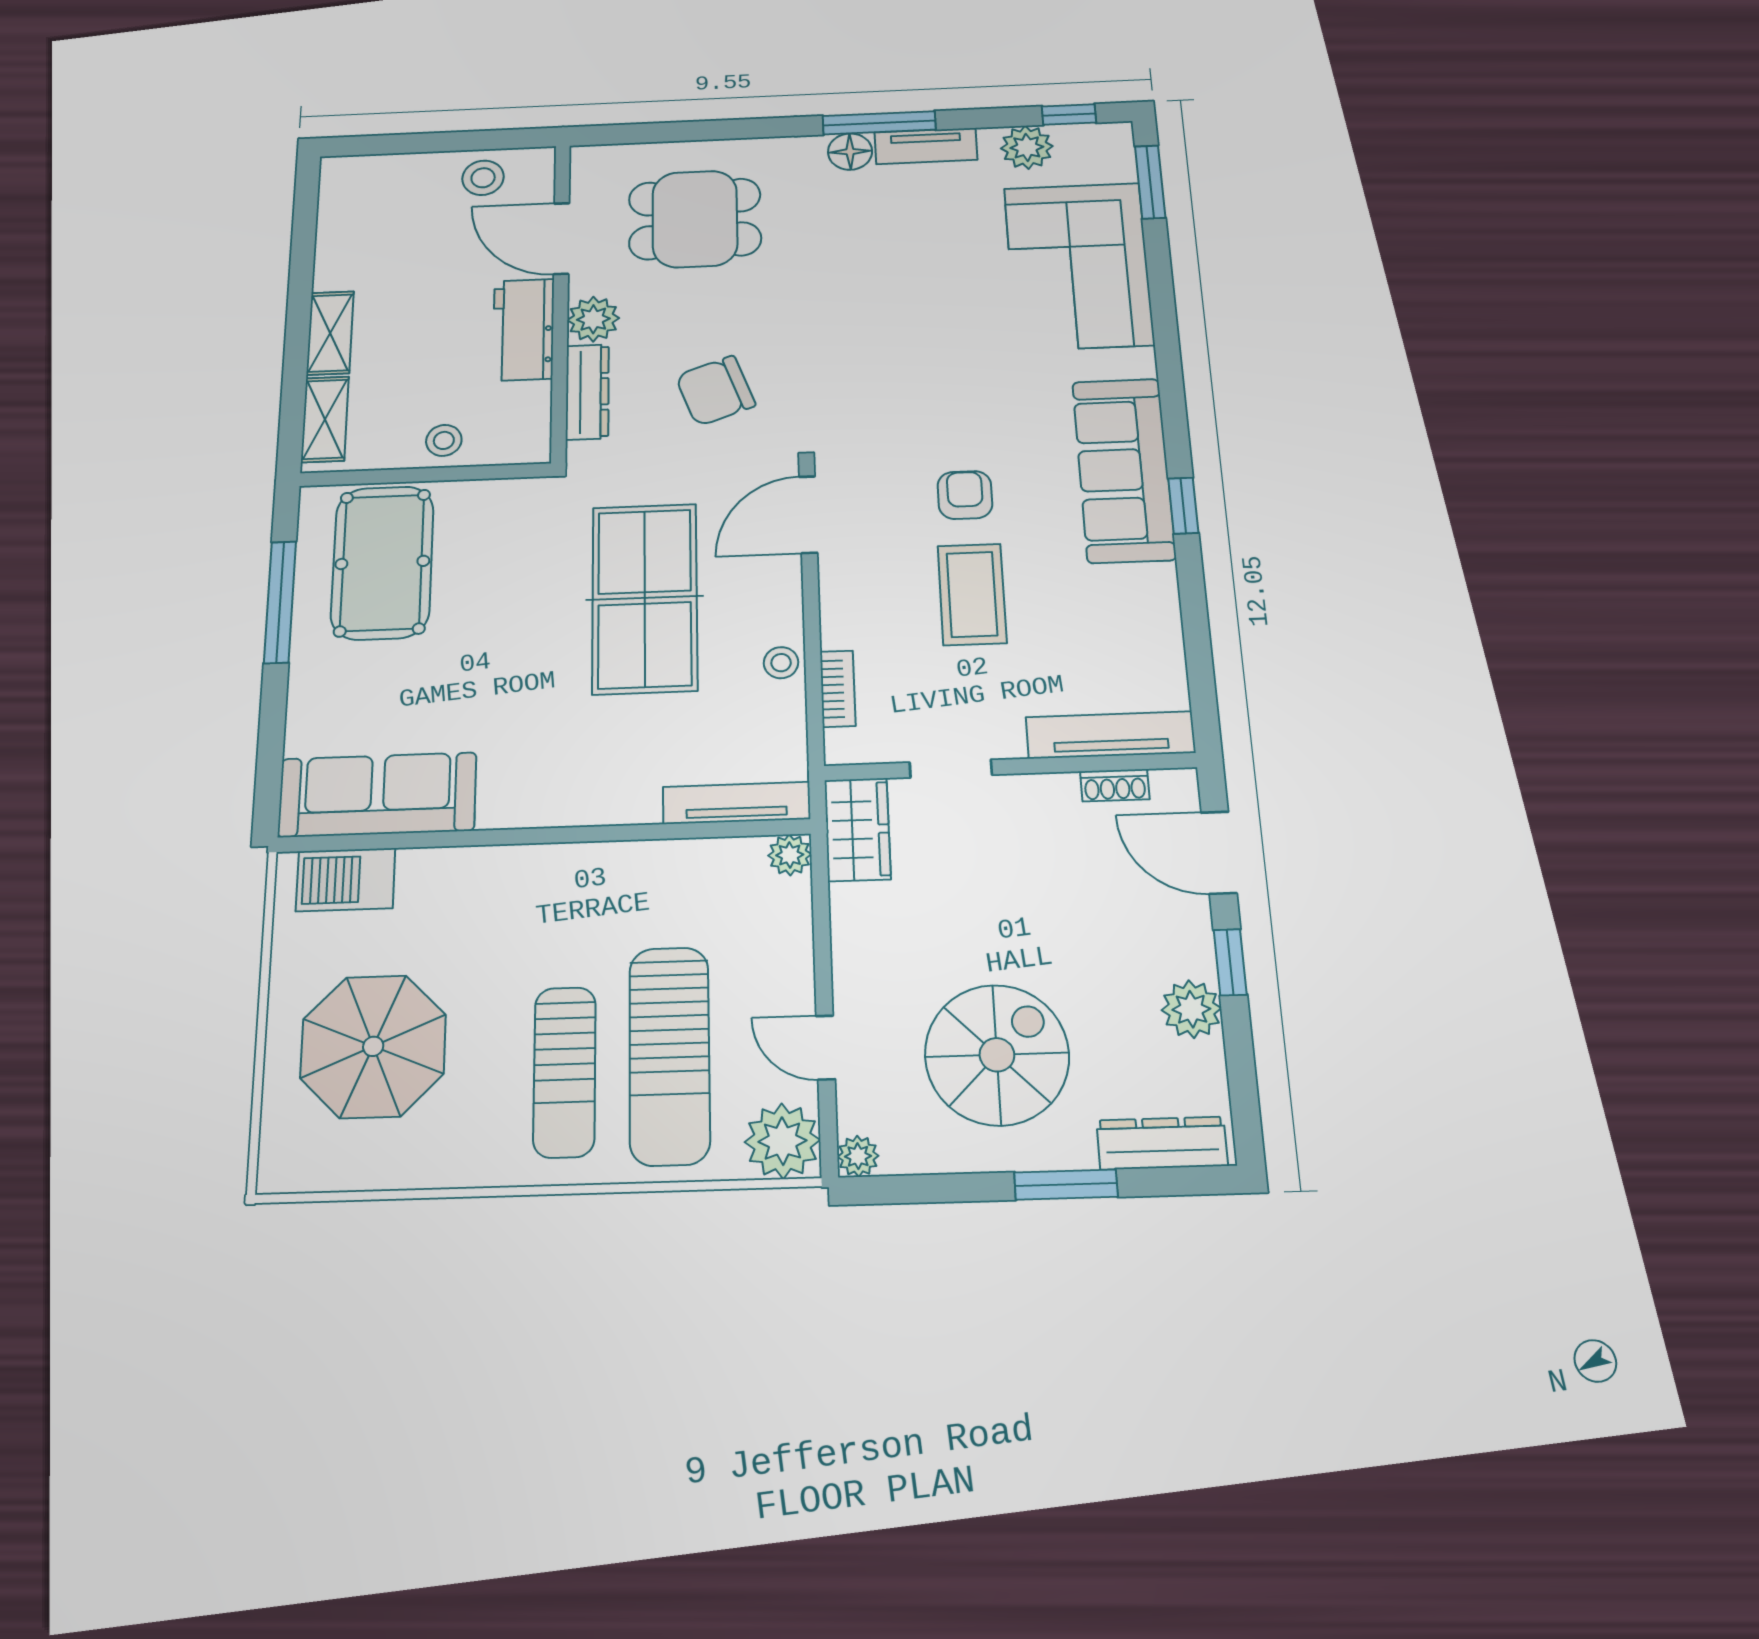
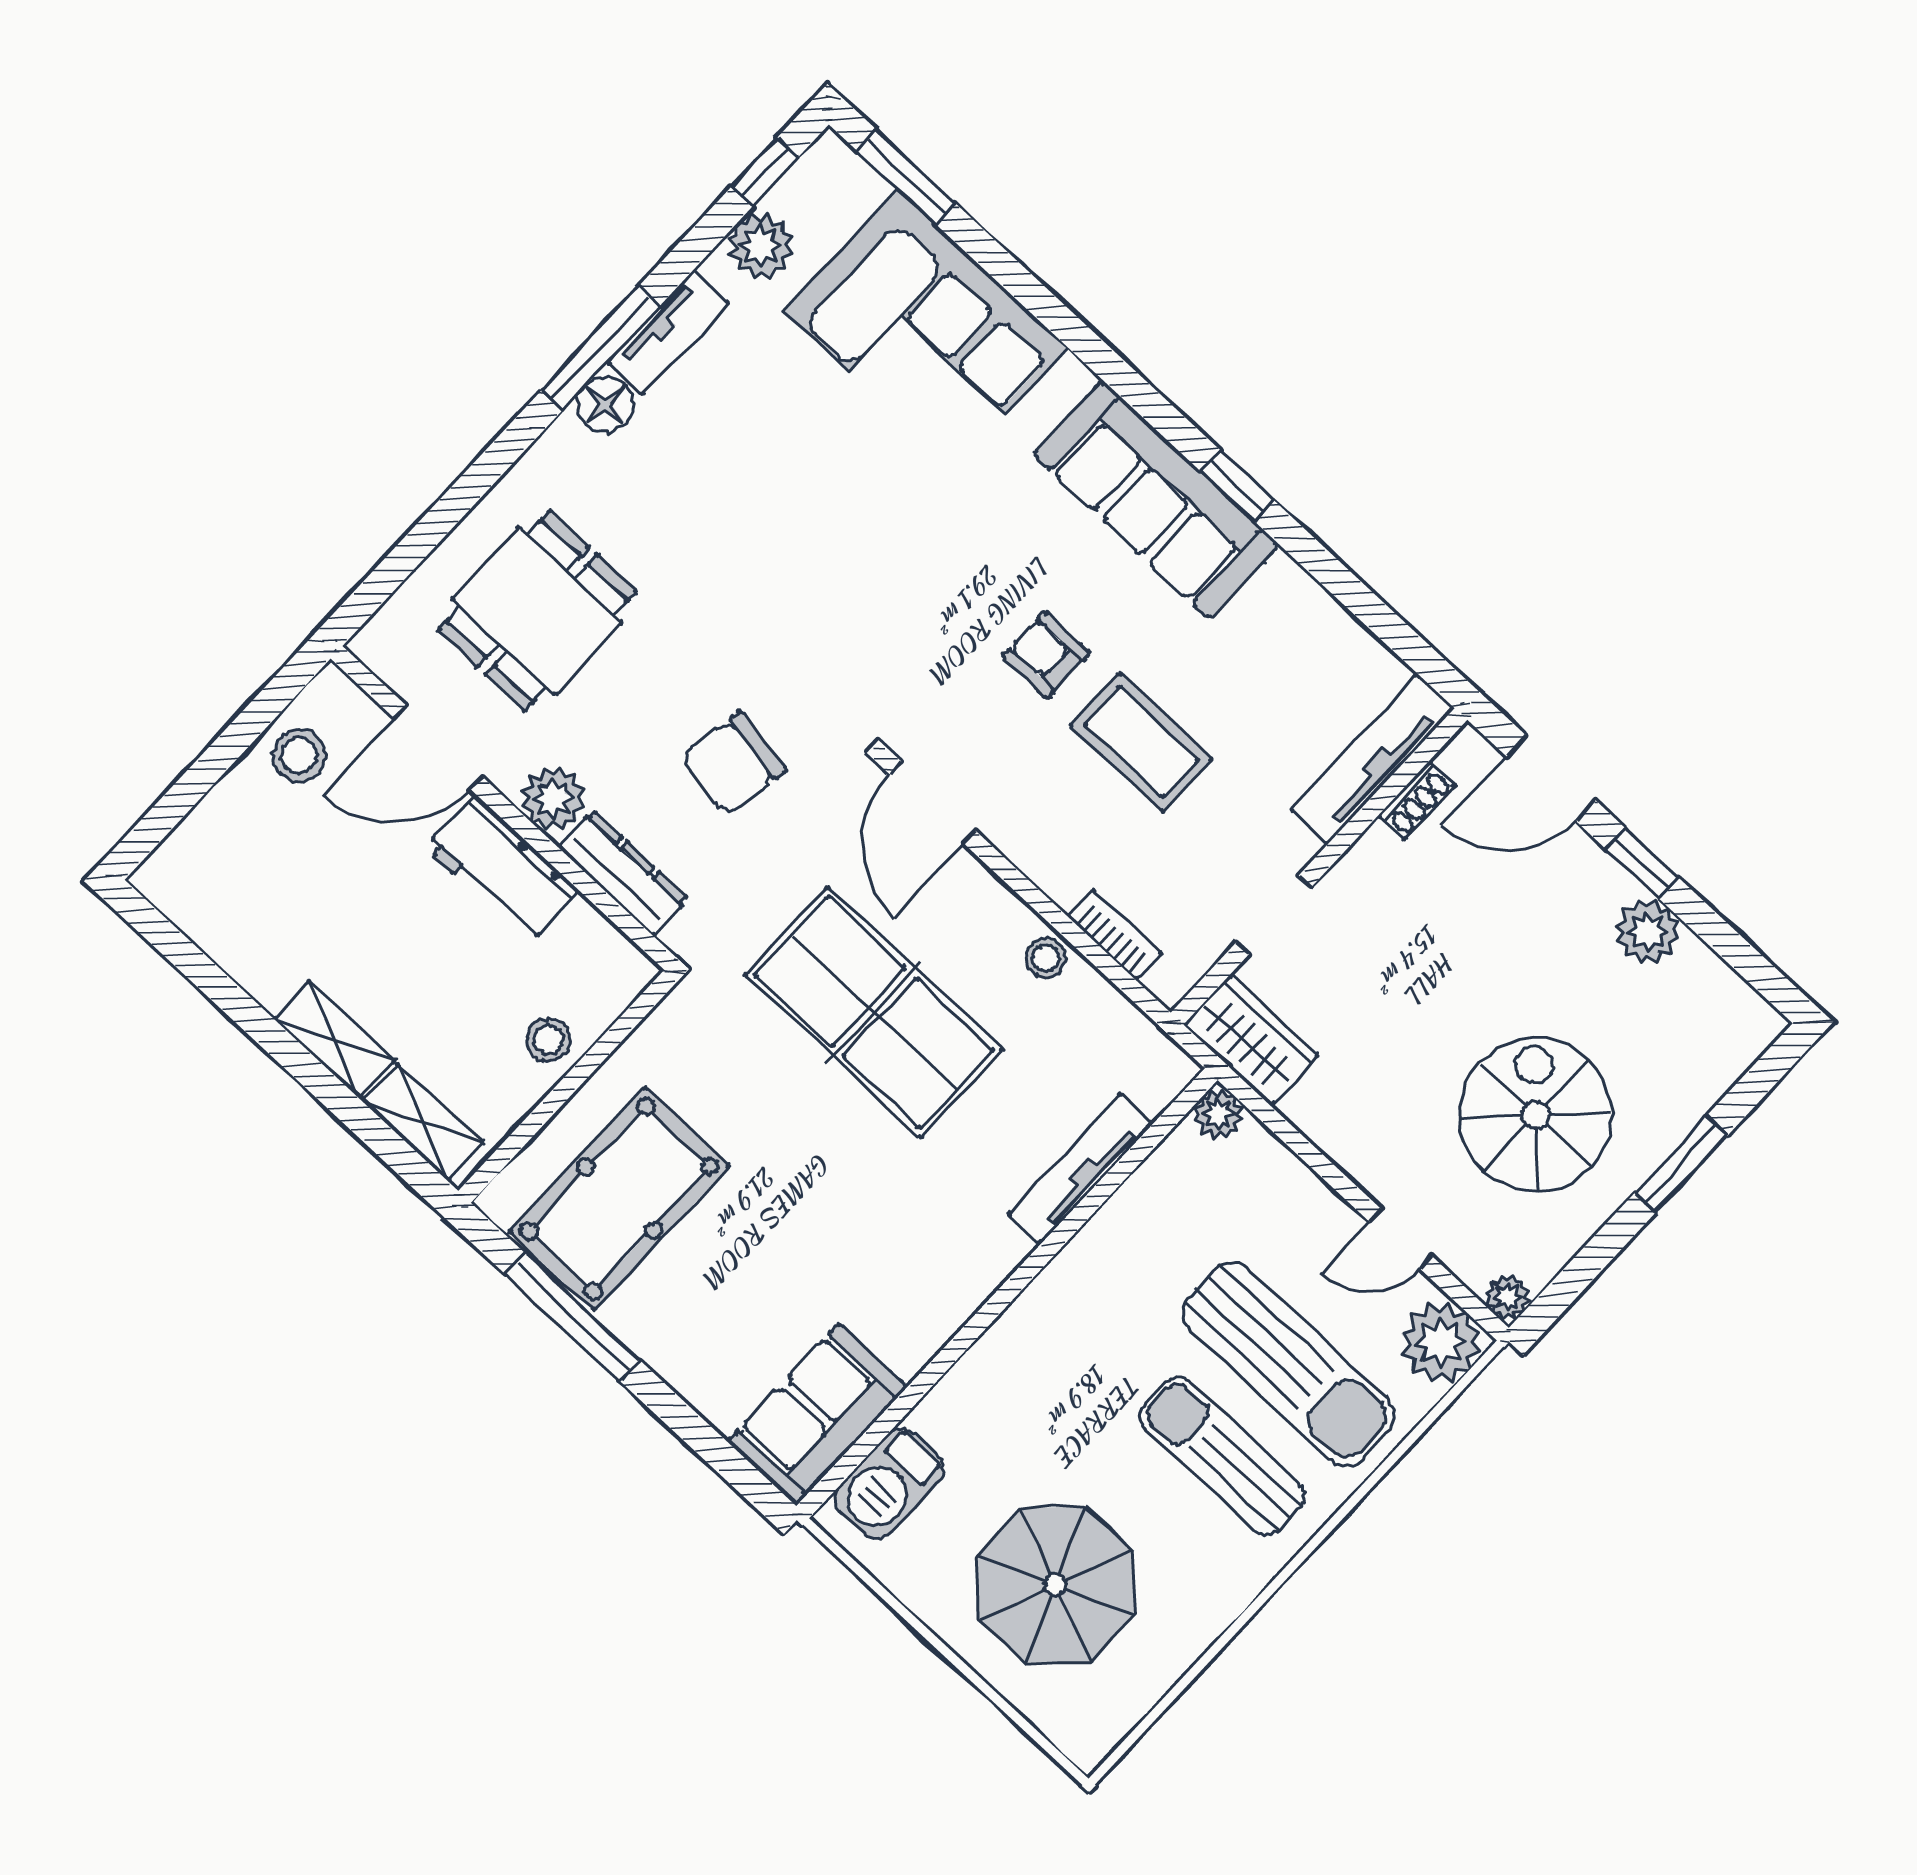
chair: (715, 391) -> (733, 763), turned 30
pool table: (382, 562) -> (620, 1199), turned 90
sofa: (377, 795) -> (817, 1415), width x0.73
tv unit: (736, 803) -> (1081, 1169), moved
sun lounger: (565, 1072) -> (1222, 1456), turned 180
dresser: (1162, 1143) -> (1722, 1061), removed

